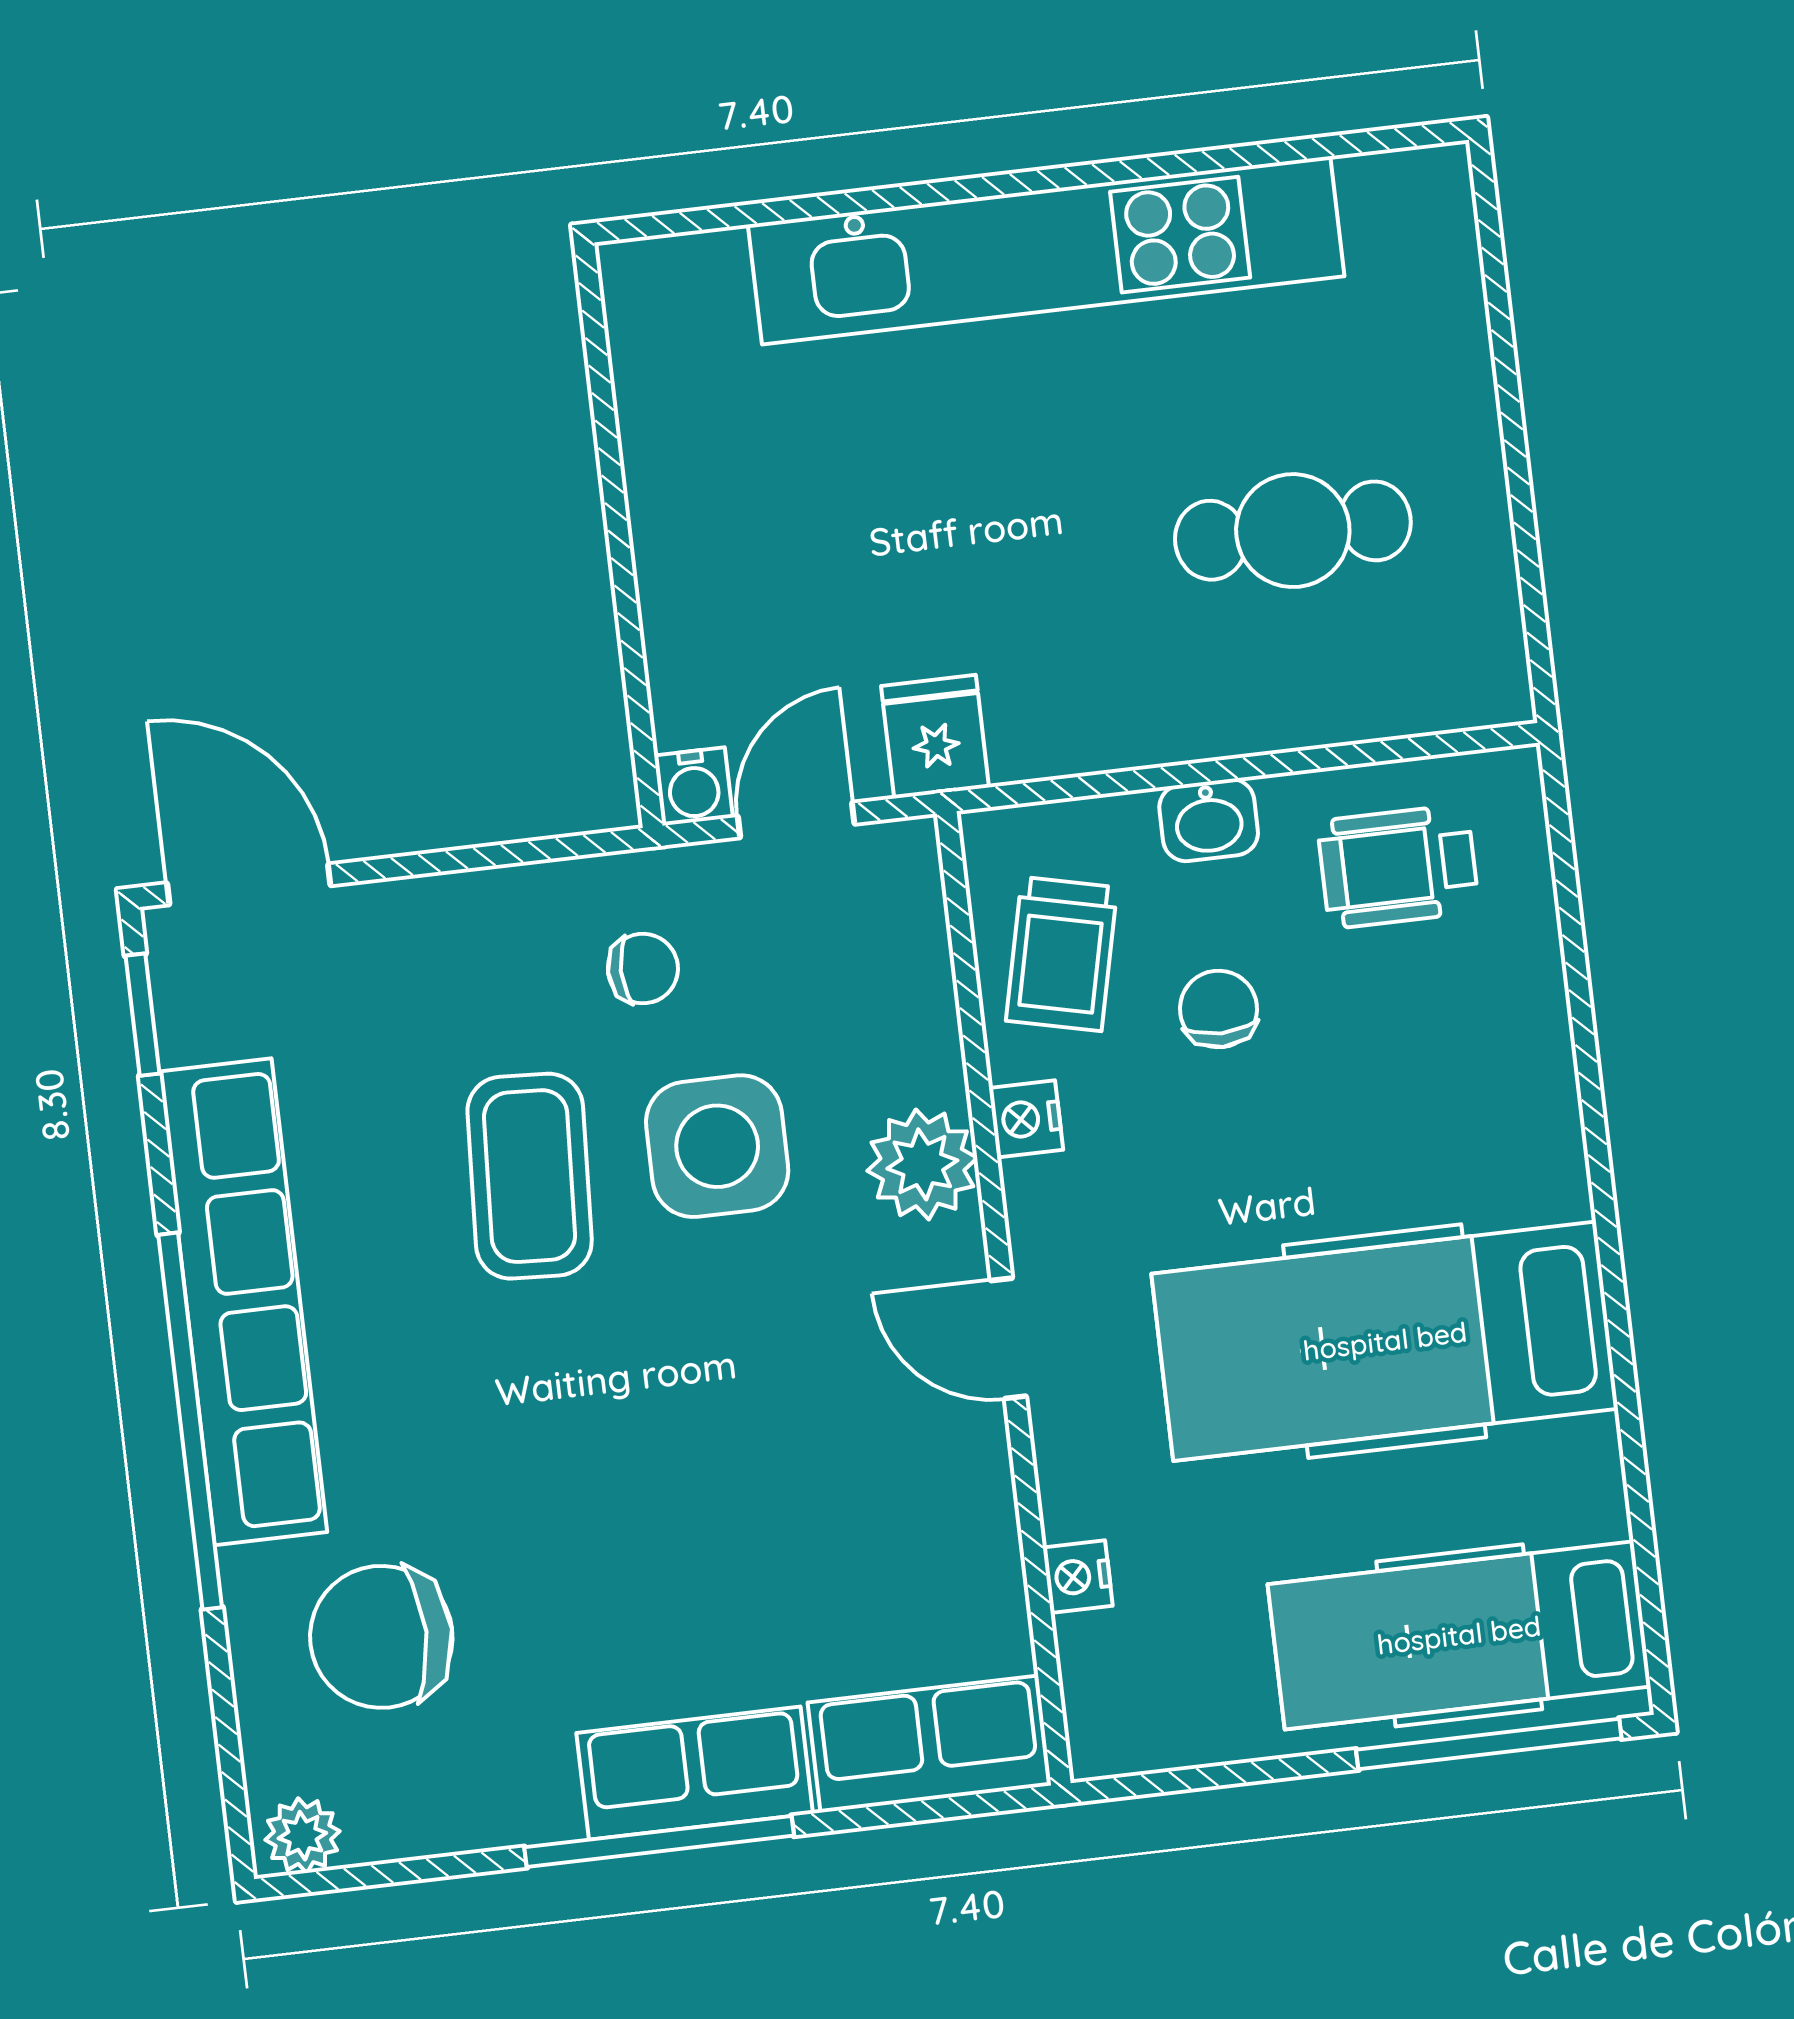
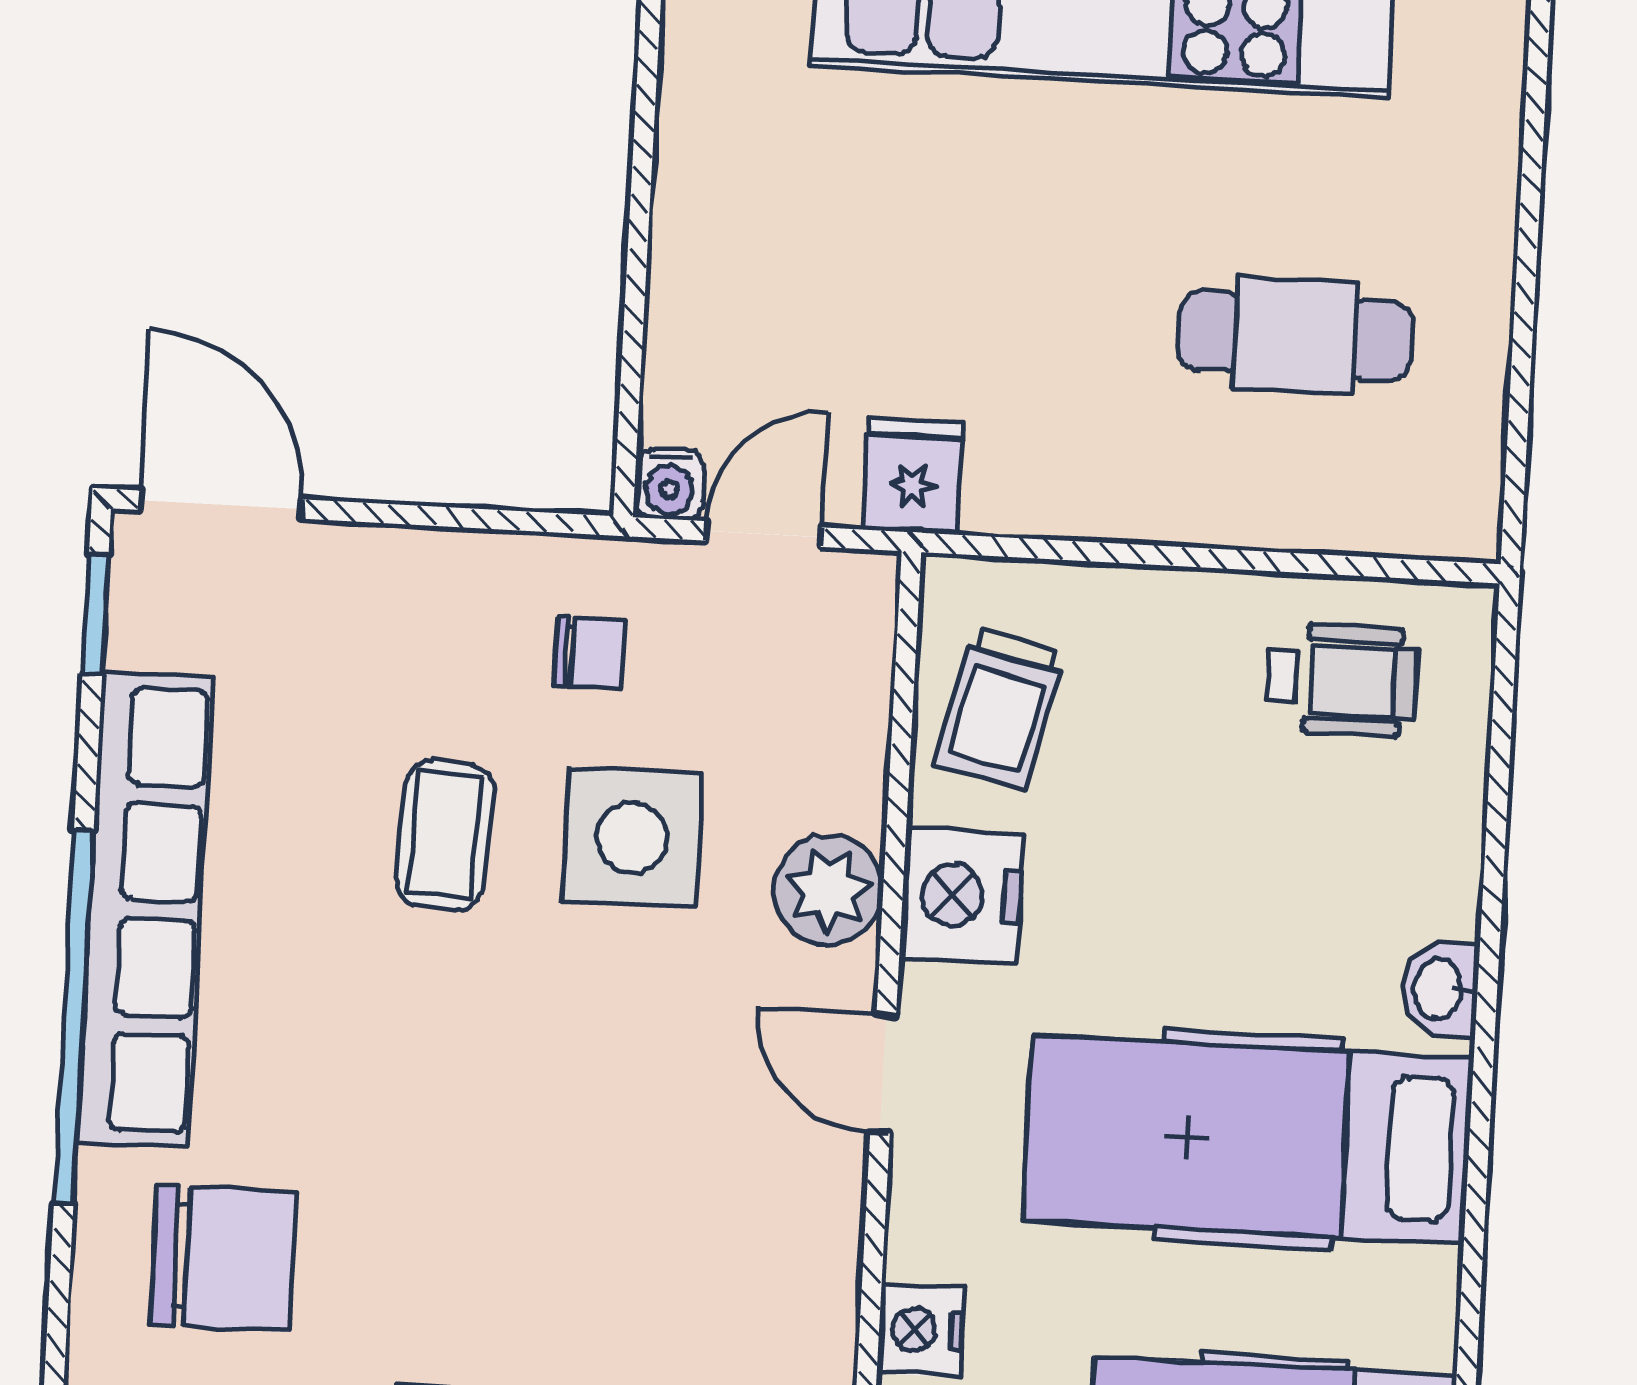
washbasin: (1209, 820) -> (1440, 989), moved, turned 90
wheelchair: (1398, 866) -> (1341, 680), turned 180
chair: (1219, 1009) -> (1143, 789), removed
nightstand: (1026, 1119) -> (961, 895), width x1.89, depth x1.79
coffee table: (530, 1176) -> (445, 835), width x0.73, depth x0.77
nightstand: (1078, 1577) -> (921, 1330), width x1.39, depth x1.35
chair: (381, 1637) -> (223, 1258), turned 180

